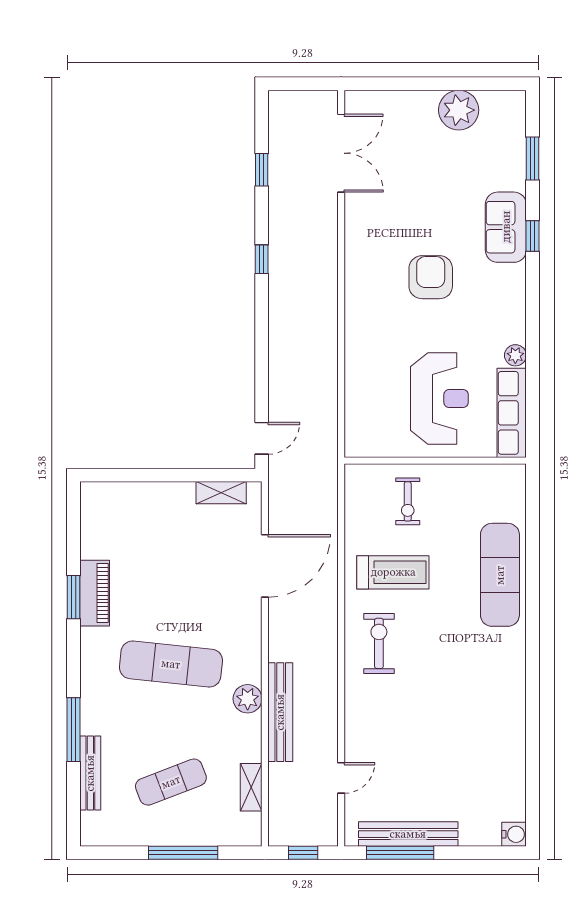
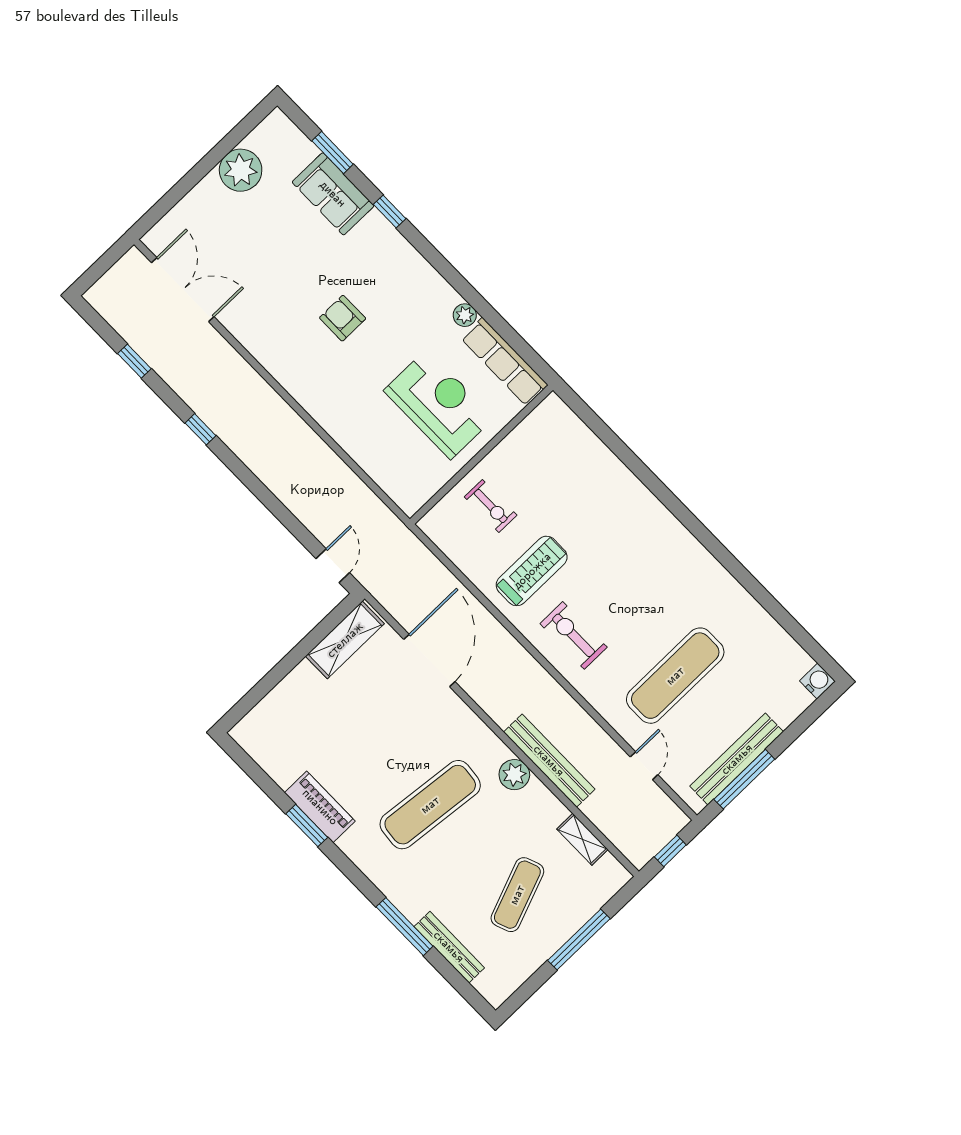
sofa: (506, 227) -> (333, 194), moved
armchair: (431, 277) -> (343, 318), width x0.72, depth x0.72
shelving: (221, 493) -> (345, 640), width x1.50, depth x1.33
exercise mat: (500, 575) -> (675, 676), moved, turned 90

